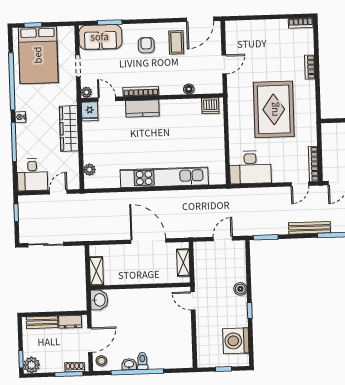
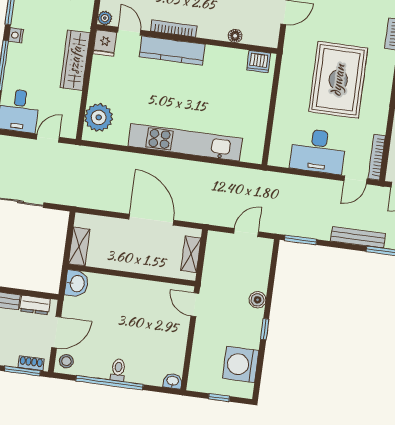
kitchen counter: (142, 108) -> (172, 51), width x1.50
desk: (250, 167) -> (318, 151), moved
plant: (89, 170) -> (99, 117), width x1.87, depth x1.87
washbasin: (129, 364) -> (173, 381), moved

